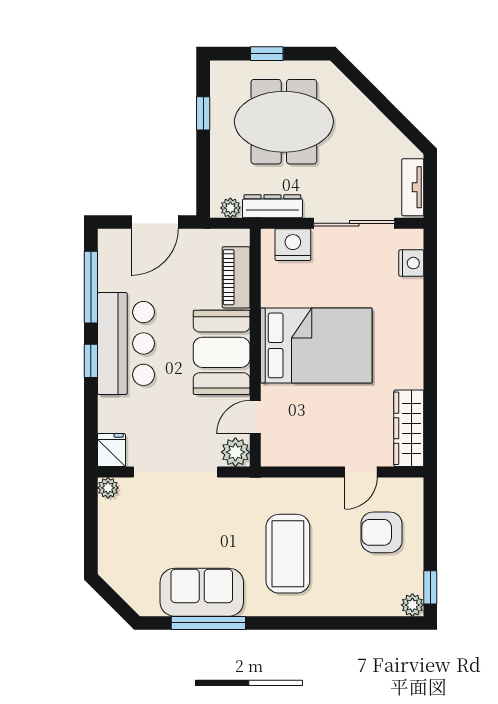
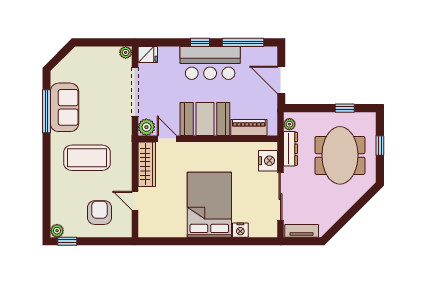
nightstand: (411, 263) -> (240, 230), moved
bed: (316, 345) -> (209, 205), moved, turned 180
wardrobe: (409, 428) -> (147, 164), moved, turned 90

